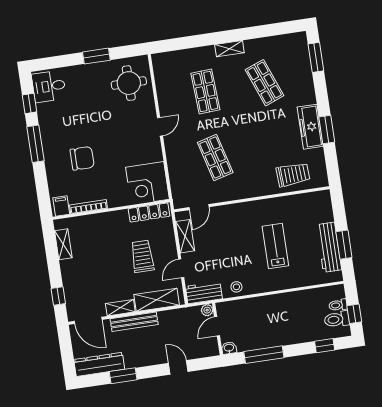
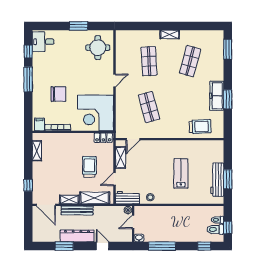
shop shelf: (265, 83) -> (190, 61), turned 36
corner desk: (147, 183) -> (96, 113), width x1.36, depth x1.36
locker: (149, 212) -> (103, 138), width x0.66
dresser: (99, 364) -> (77, 236), moved

